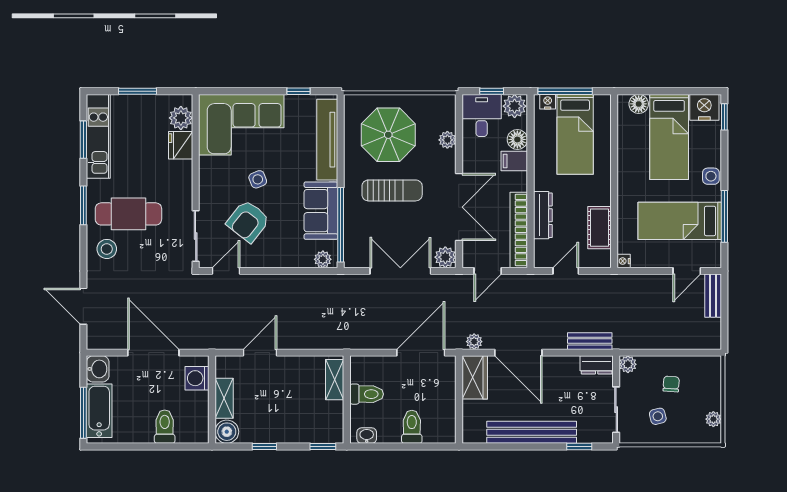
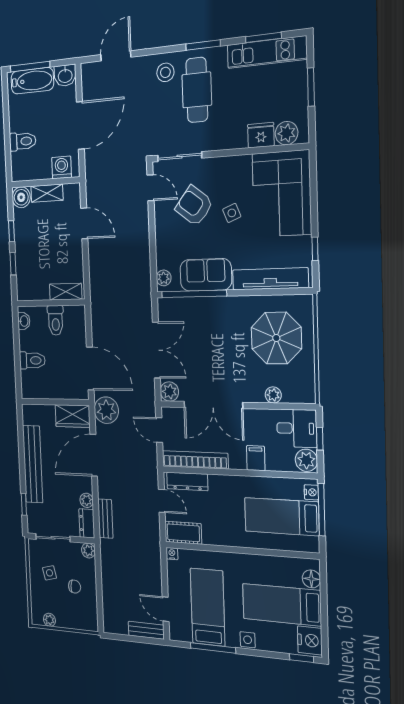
floor lamp: (517, 139) -> (275, 462), removed
sun lounger: (392, 190) -> (226, 342), removed
dresser: (543, 215) -> (187, 481), moved
cot: (600, 228) -> (183, 533), moved
plant: (474, 342) -> (106, 410), width x1.87, depth x1.87
plant: (570, 364) -> (87, 500), added
window: (323, 446) -> (13, 264), moved

